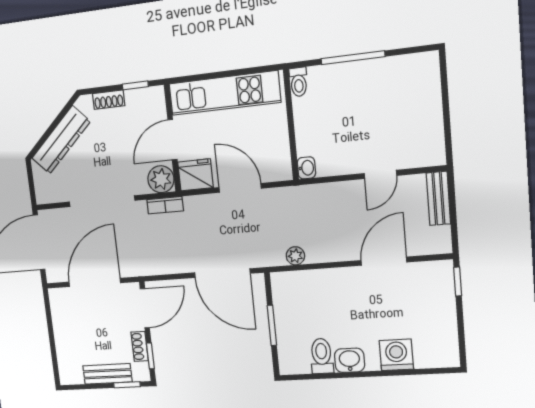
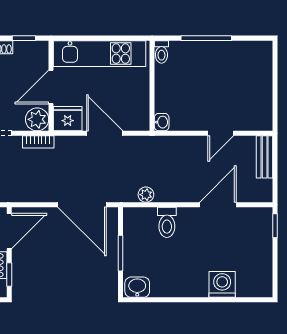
toilet: (322, 356) -> (167, 222), moved, turned 180
washbasin: (349, 360) -> (137, 287), moved

